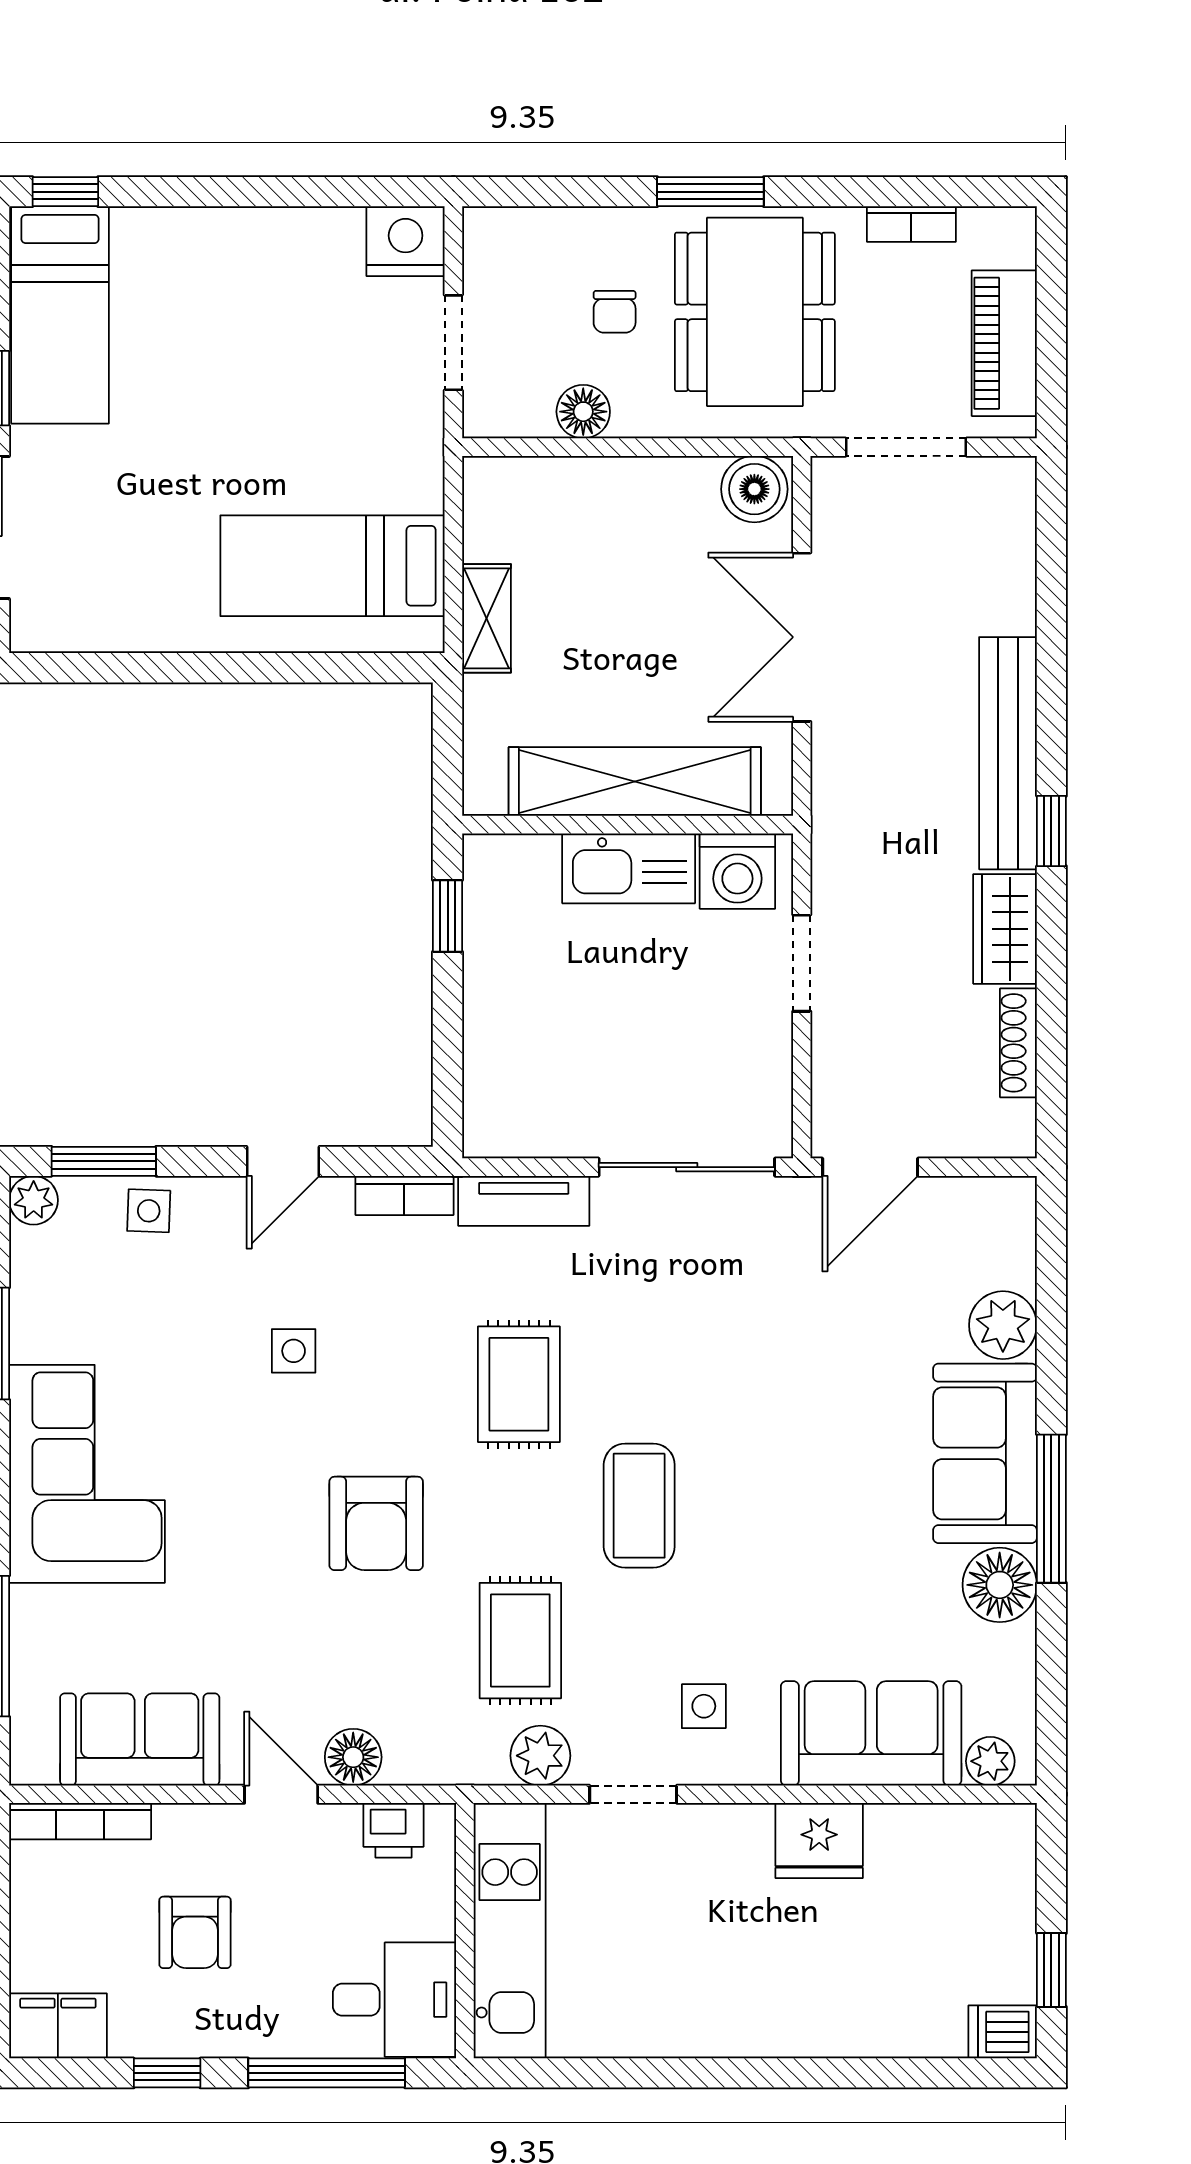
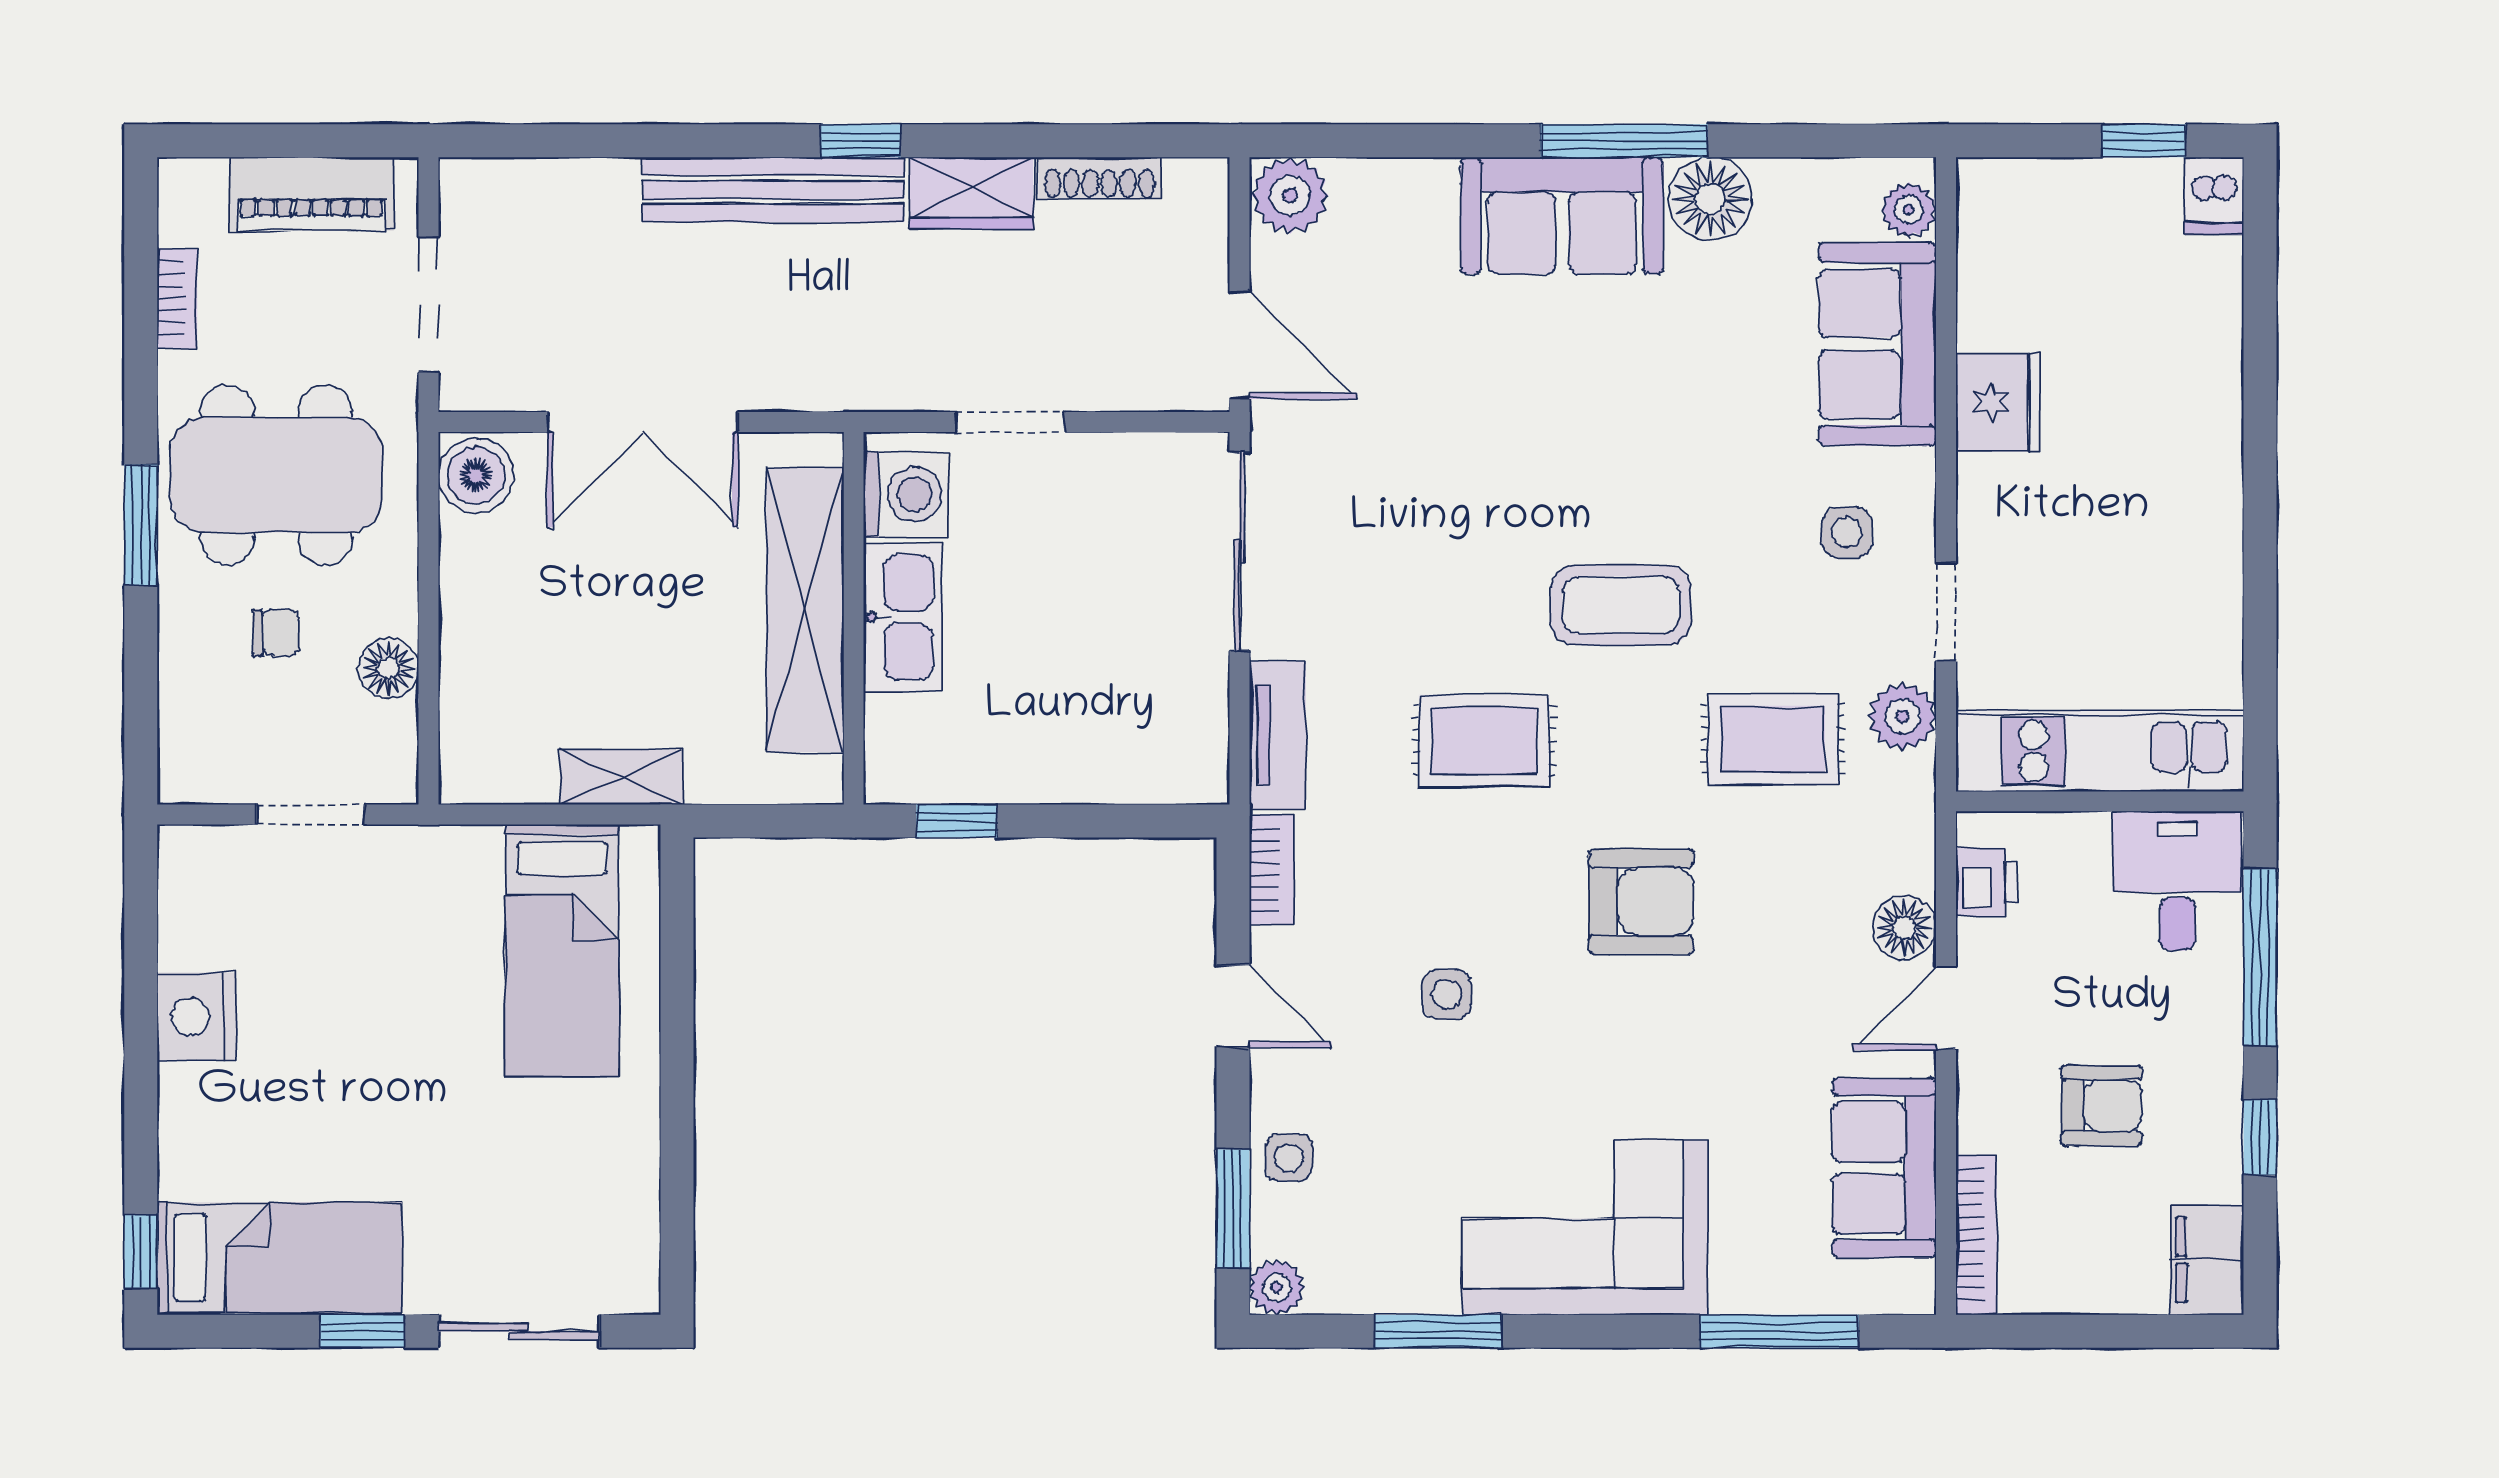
nightstand: (406, 241) -> (196, 1017), moved
plant: (1003, 1325) -> (1290, 195), moved

